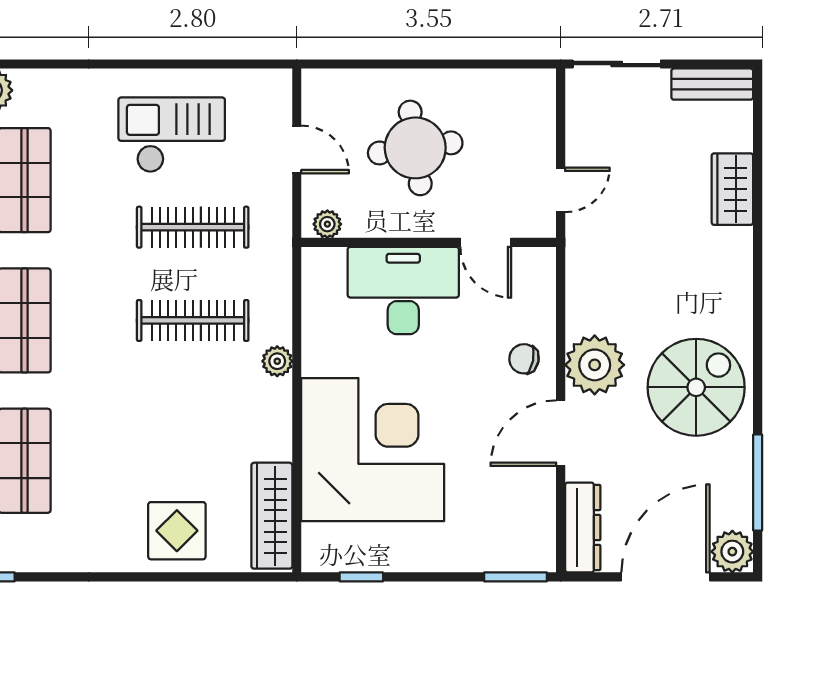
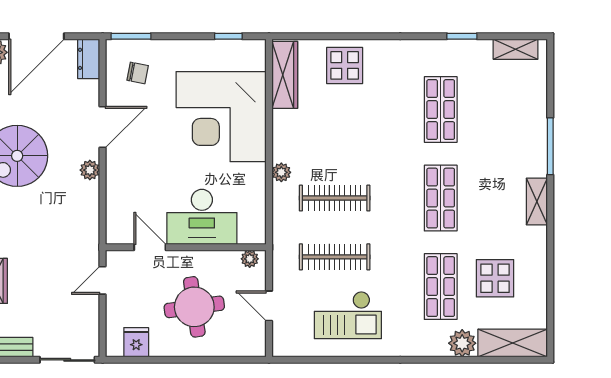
fridge: (507, 92) -> (136, 342), added
chair: (524, 359) -> (138, 73), moved
plant: (595, 365) -> (90, 170), width x0.53, depth x0.53
dresser: (583, 527) -> (89, 59), width x0.70

